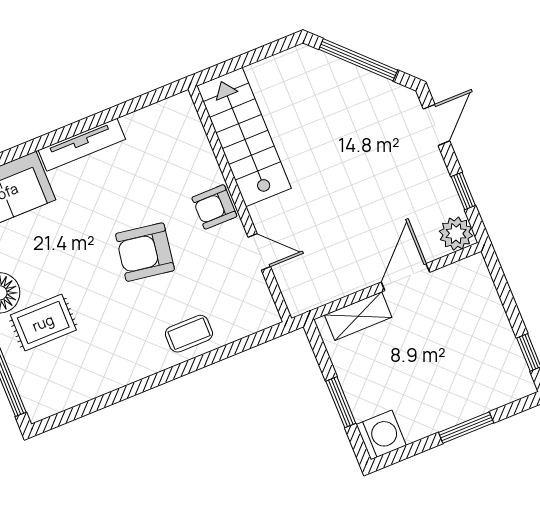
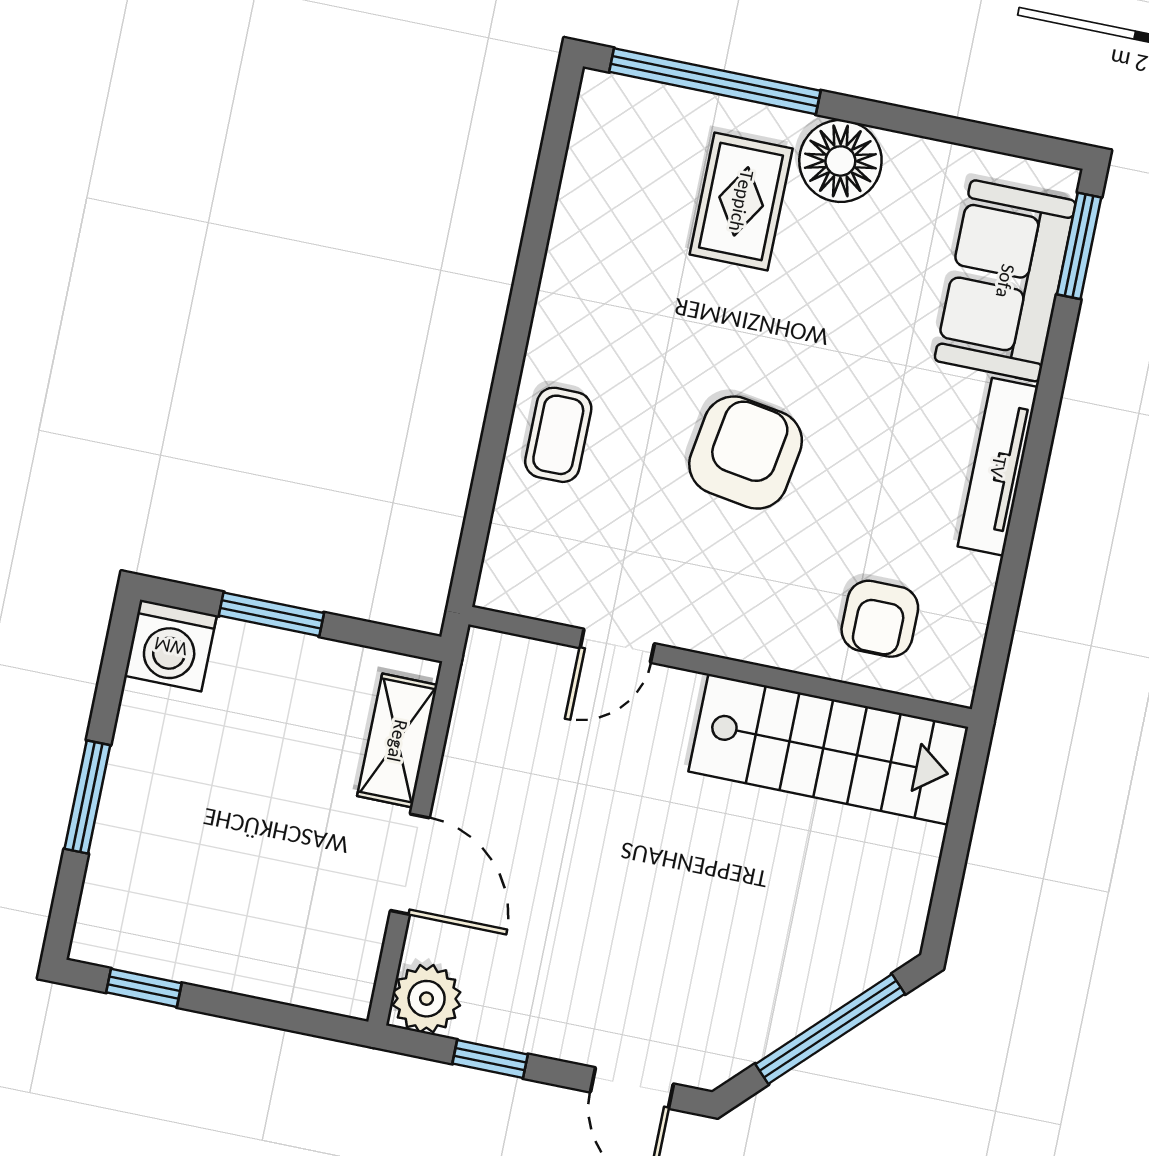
armchair: (214, 207) -> (880, 619), moved, turned 180

